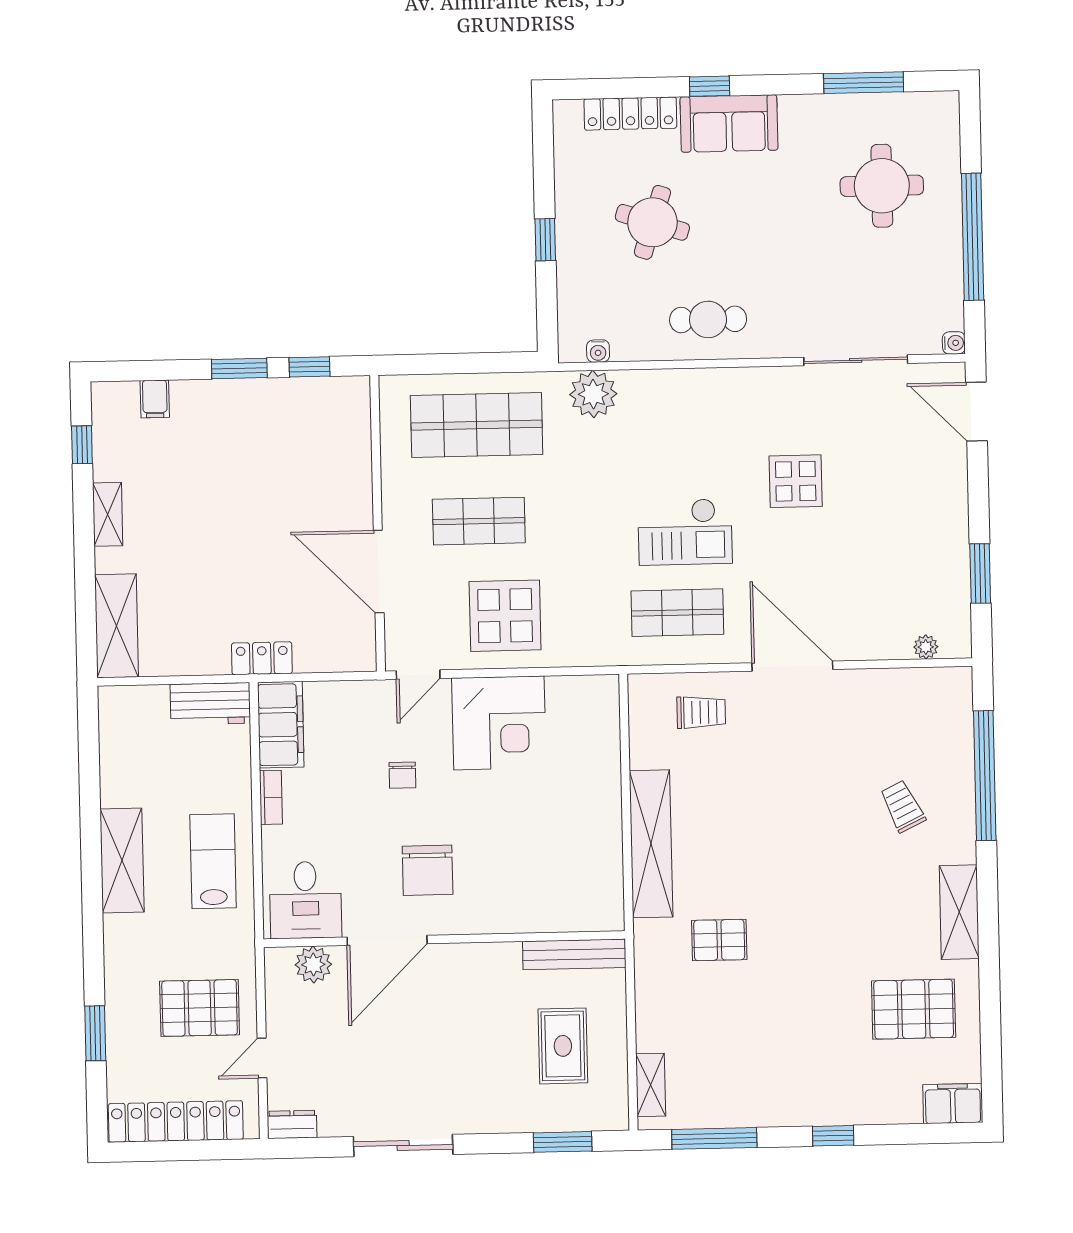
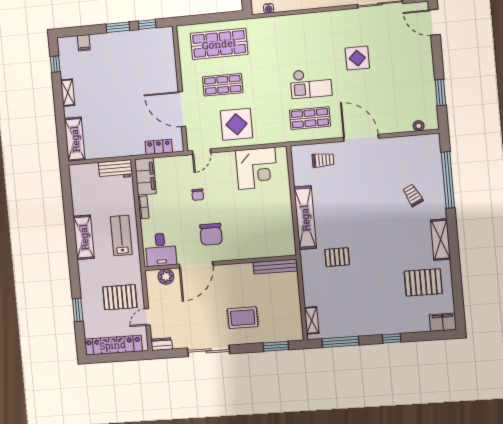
plant: (593, 394) -> (268, 27), removed
locker: (262, 658) -> (159, 147), moved
corner desk: (499, 723) -> (257, 168), moved
rug: (563, 1046) -> (243, 318), moved, turned 90

